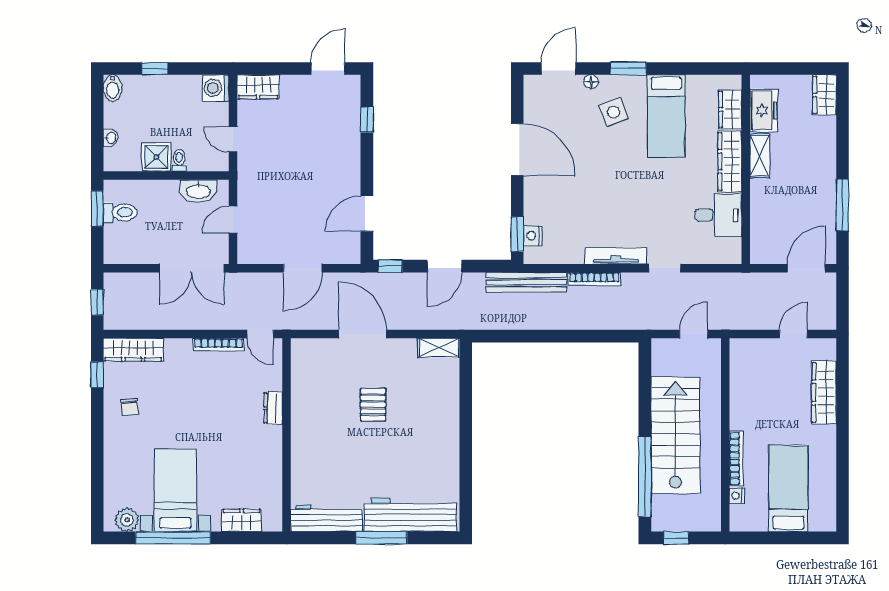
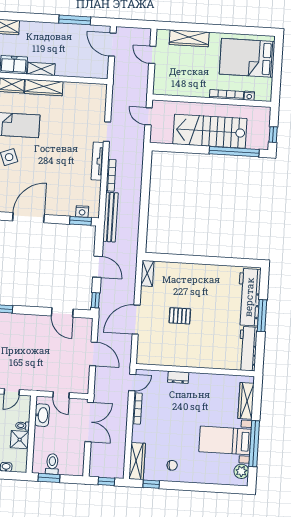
desk: (718, 215) -> (76, 97), removed
bed: (788, 488) -> (247, 58), width x1.50
wardrobe: (242, 520) -> (246, 401), width x1.50

